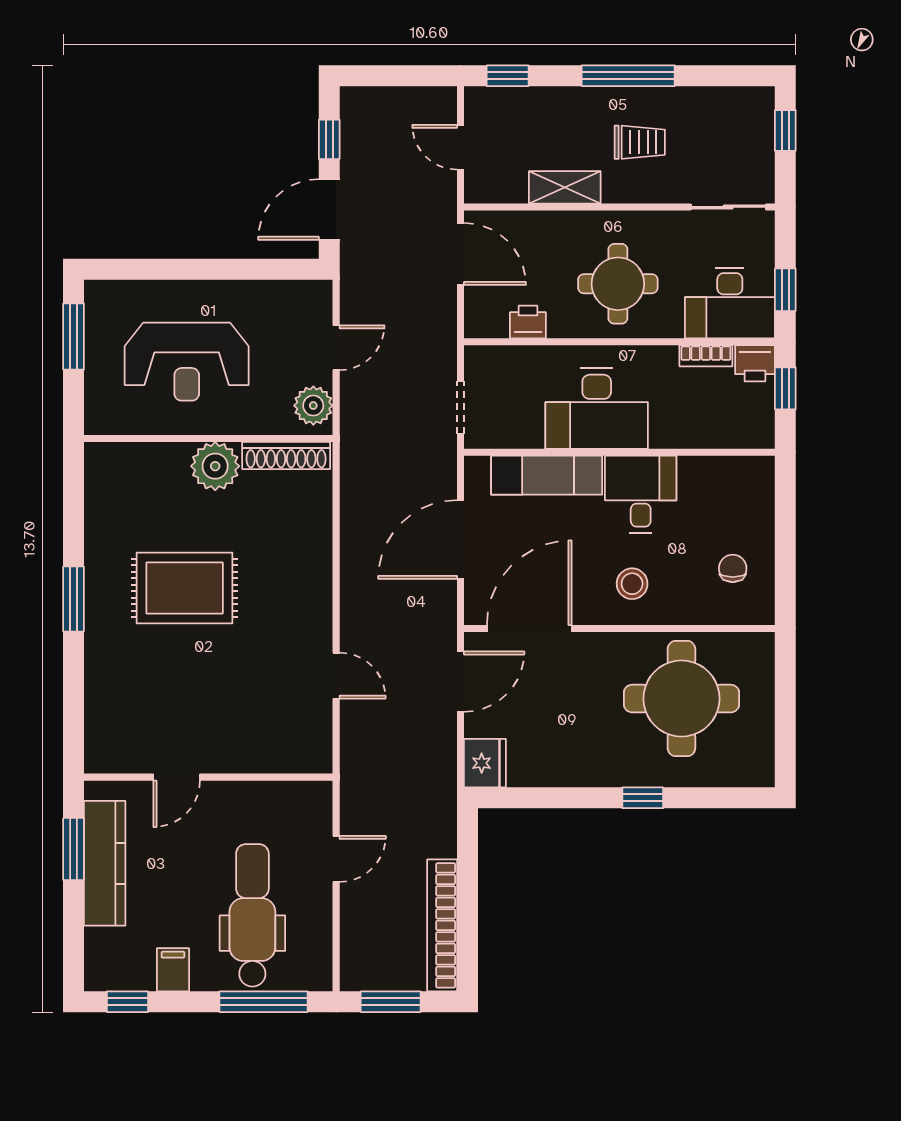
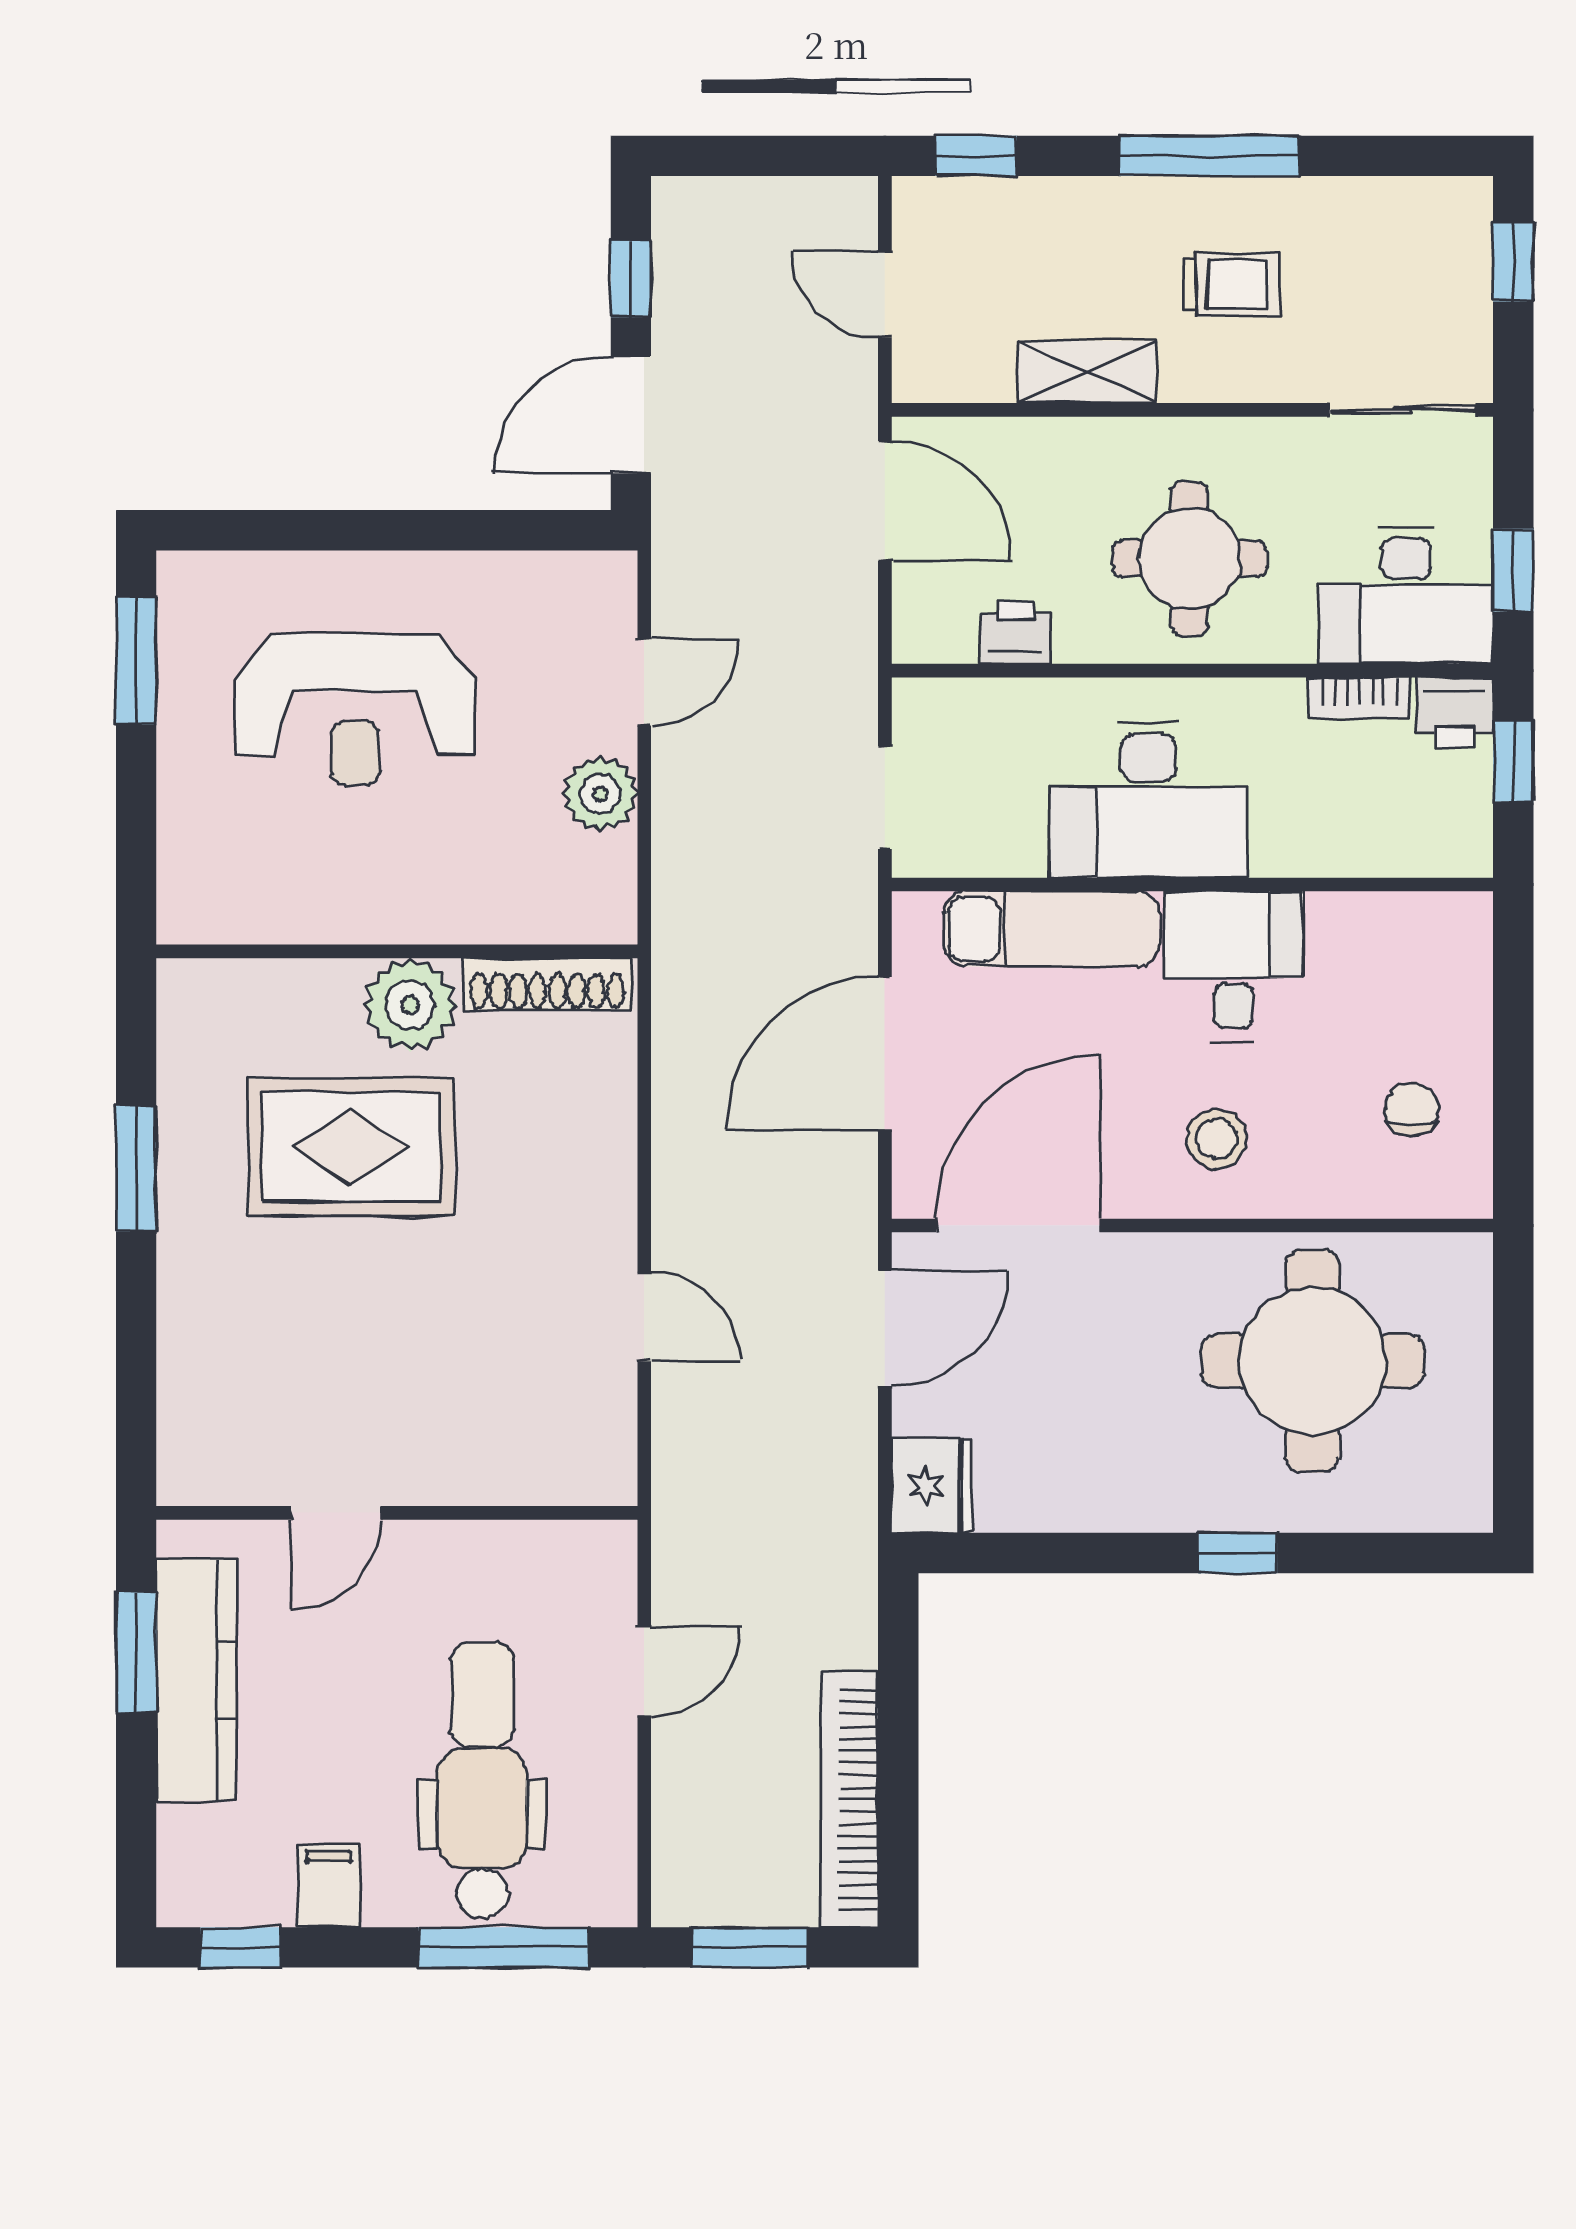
wall: (208, 438) -> (397, 951), moved
shoe rack: (286, 455) -> (547, 984), moved
plant: (215, 466) -> (410, 1005), moved

